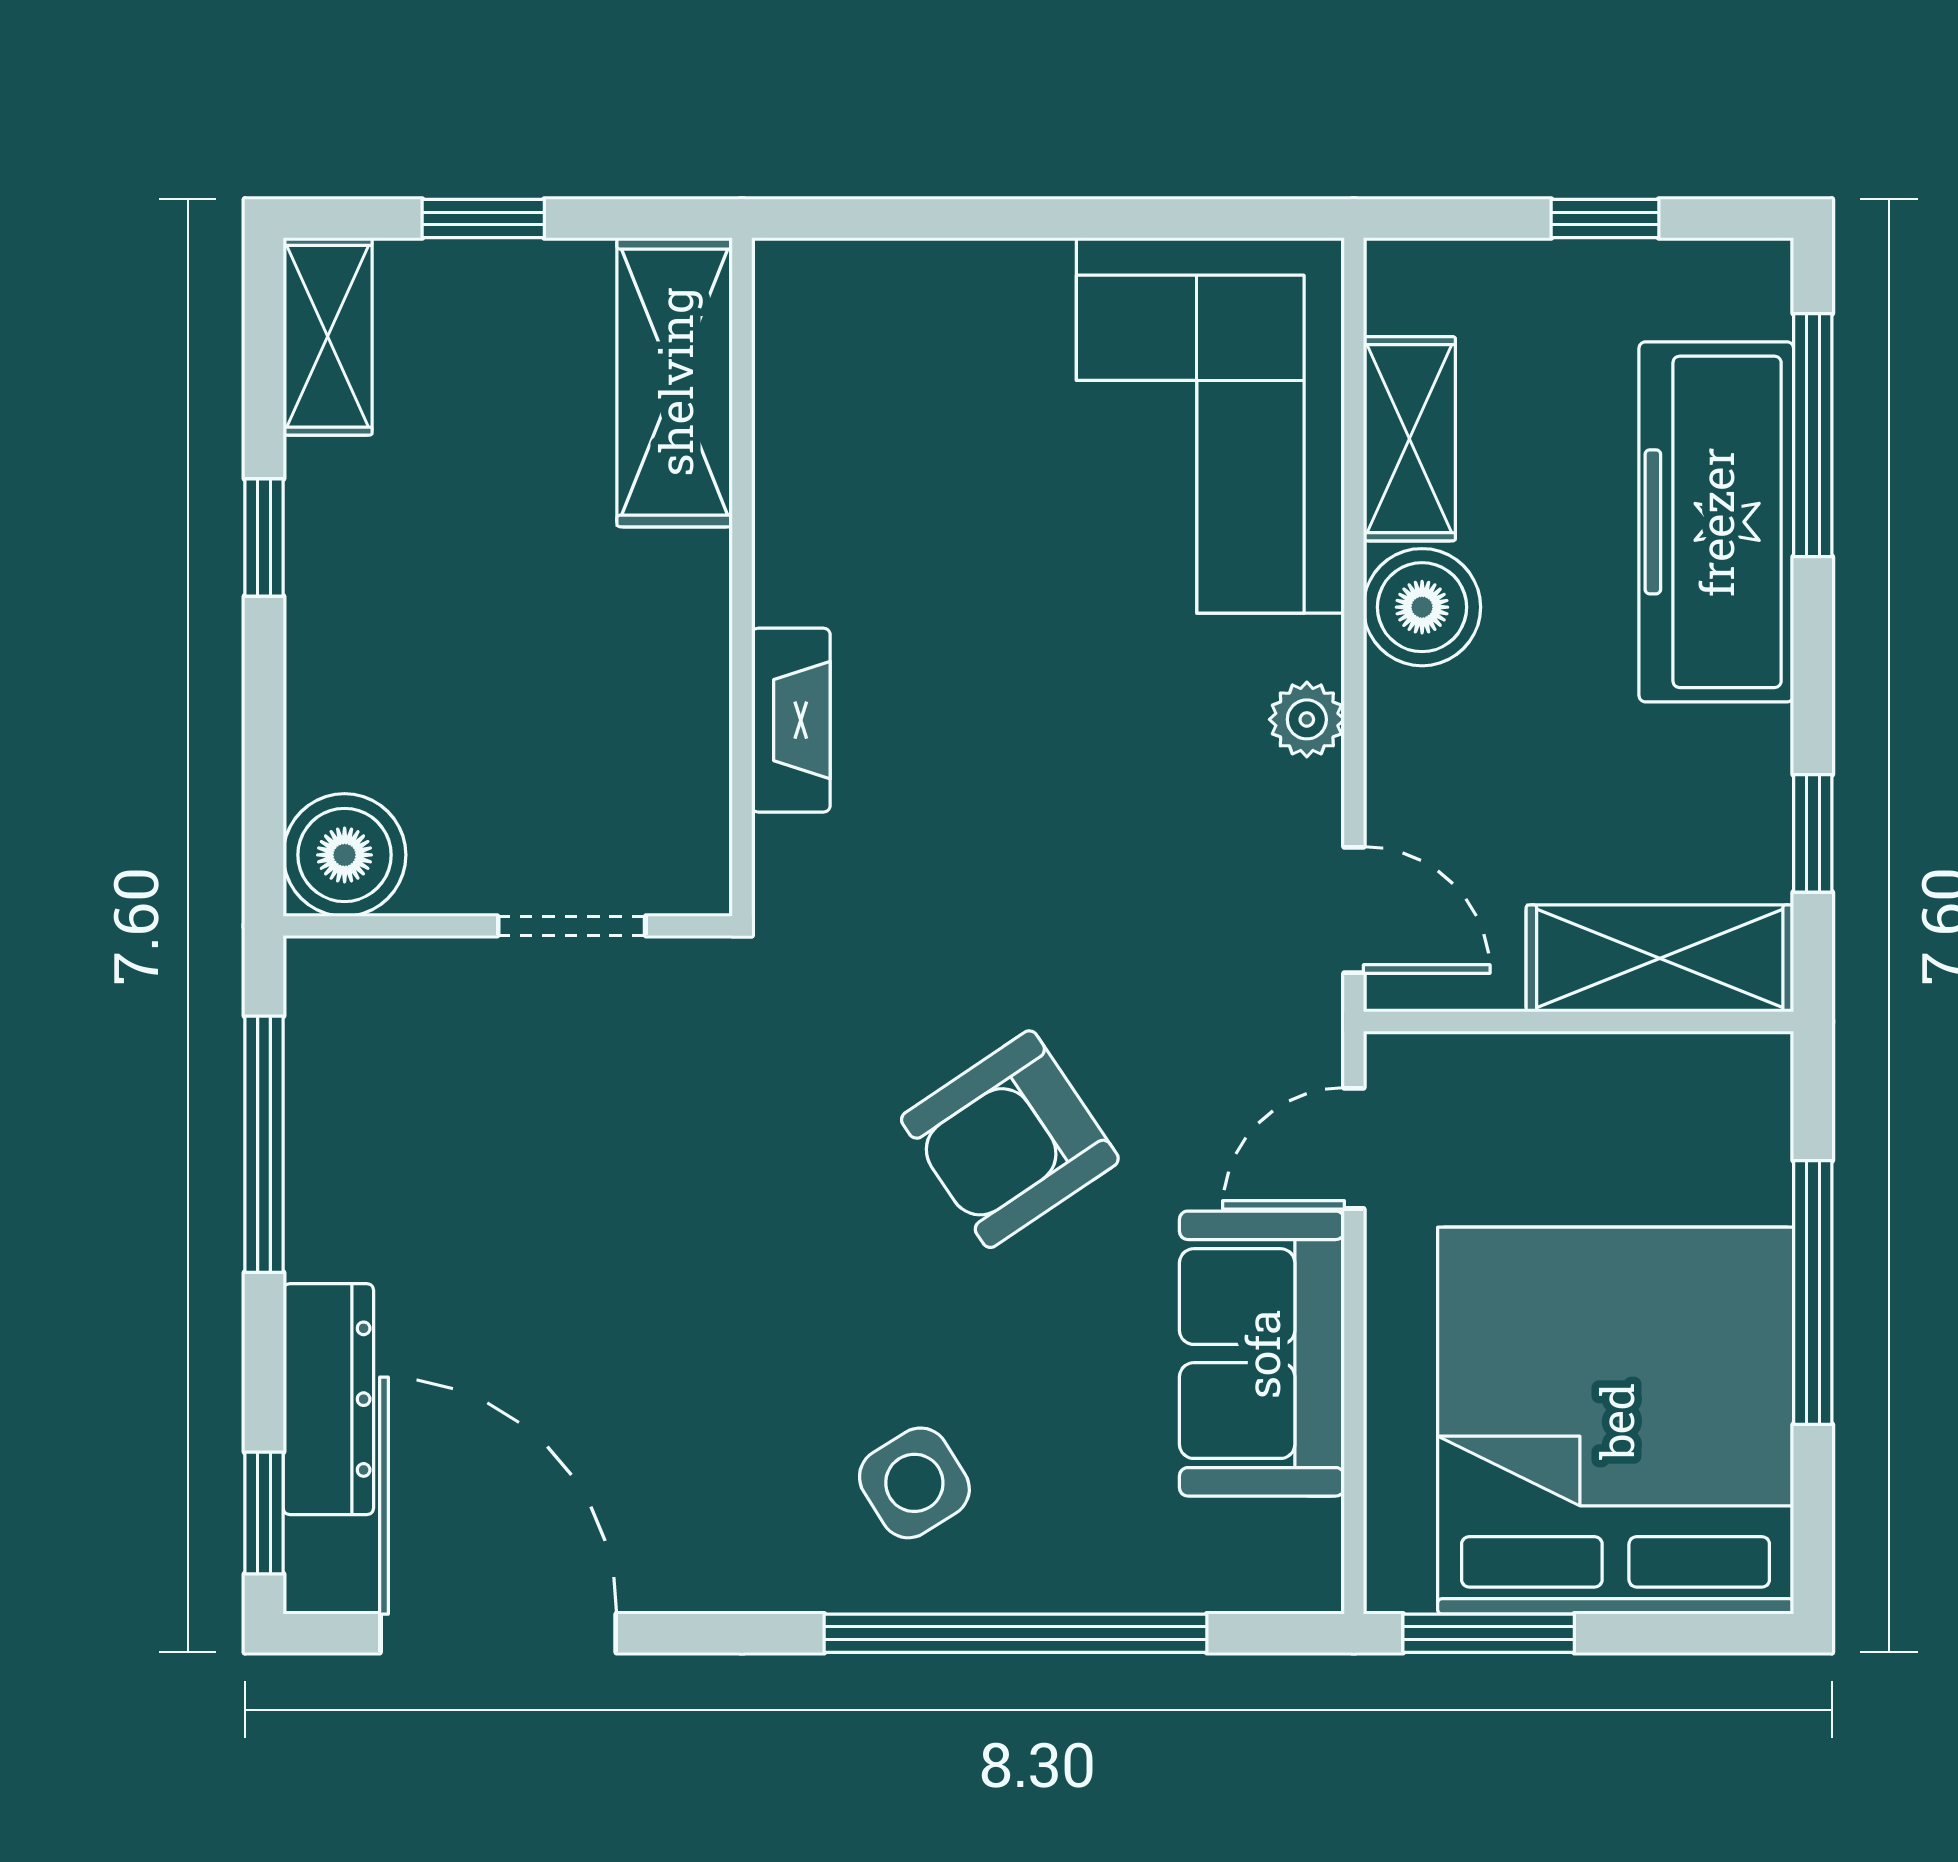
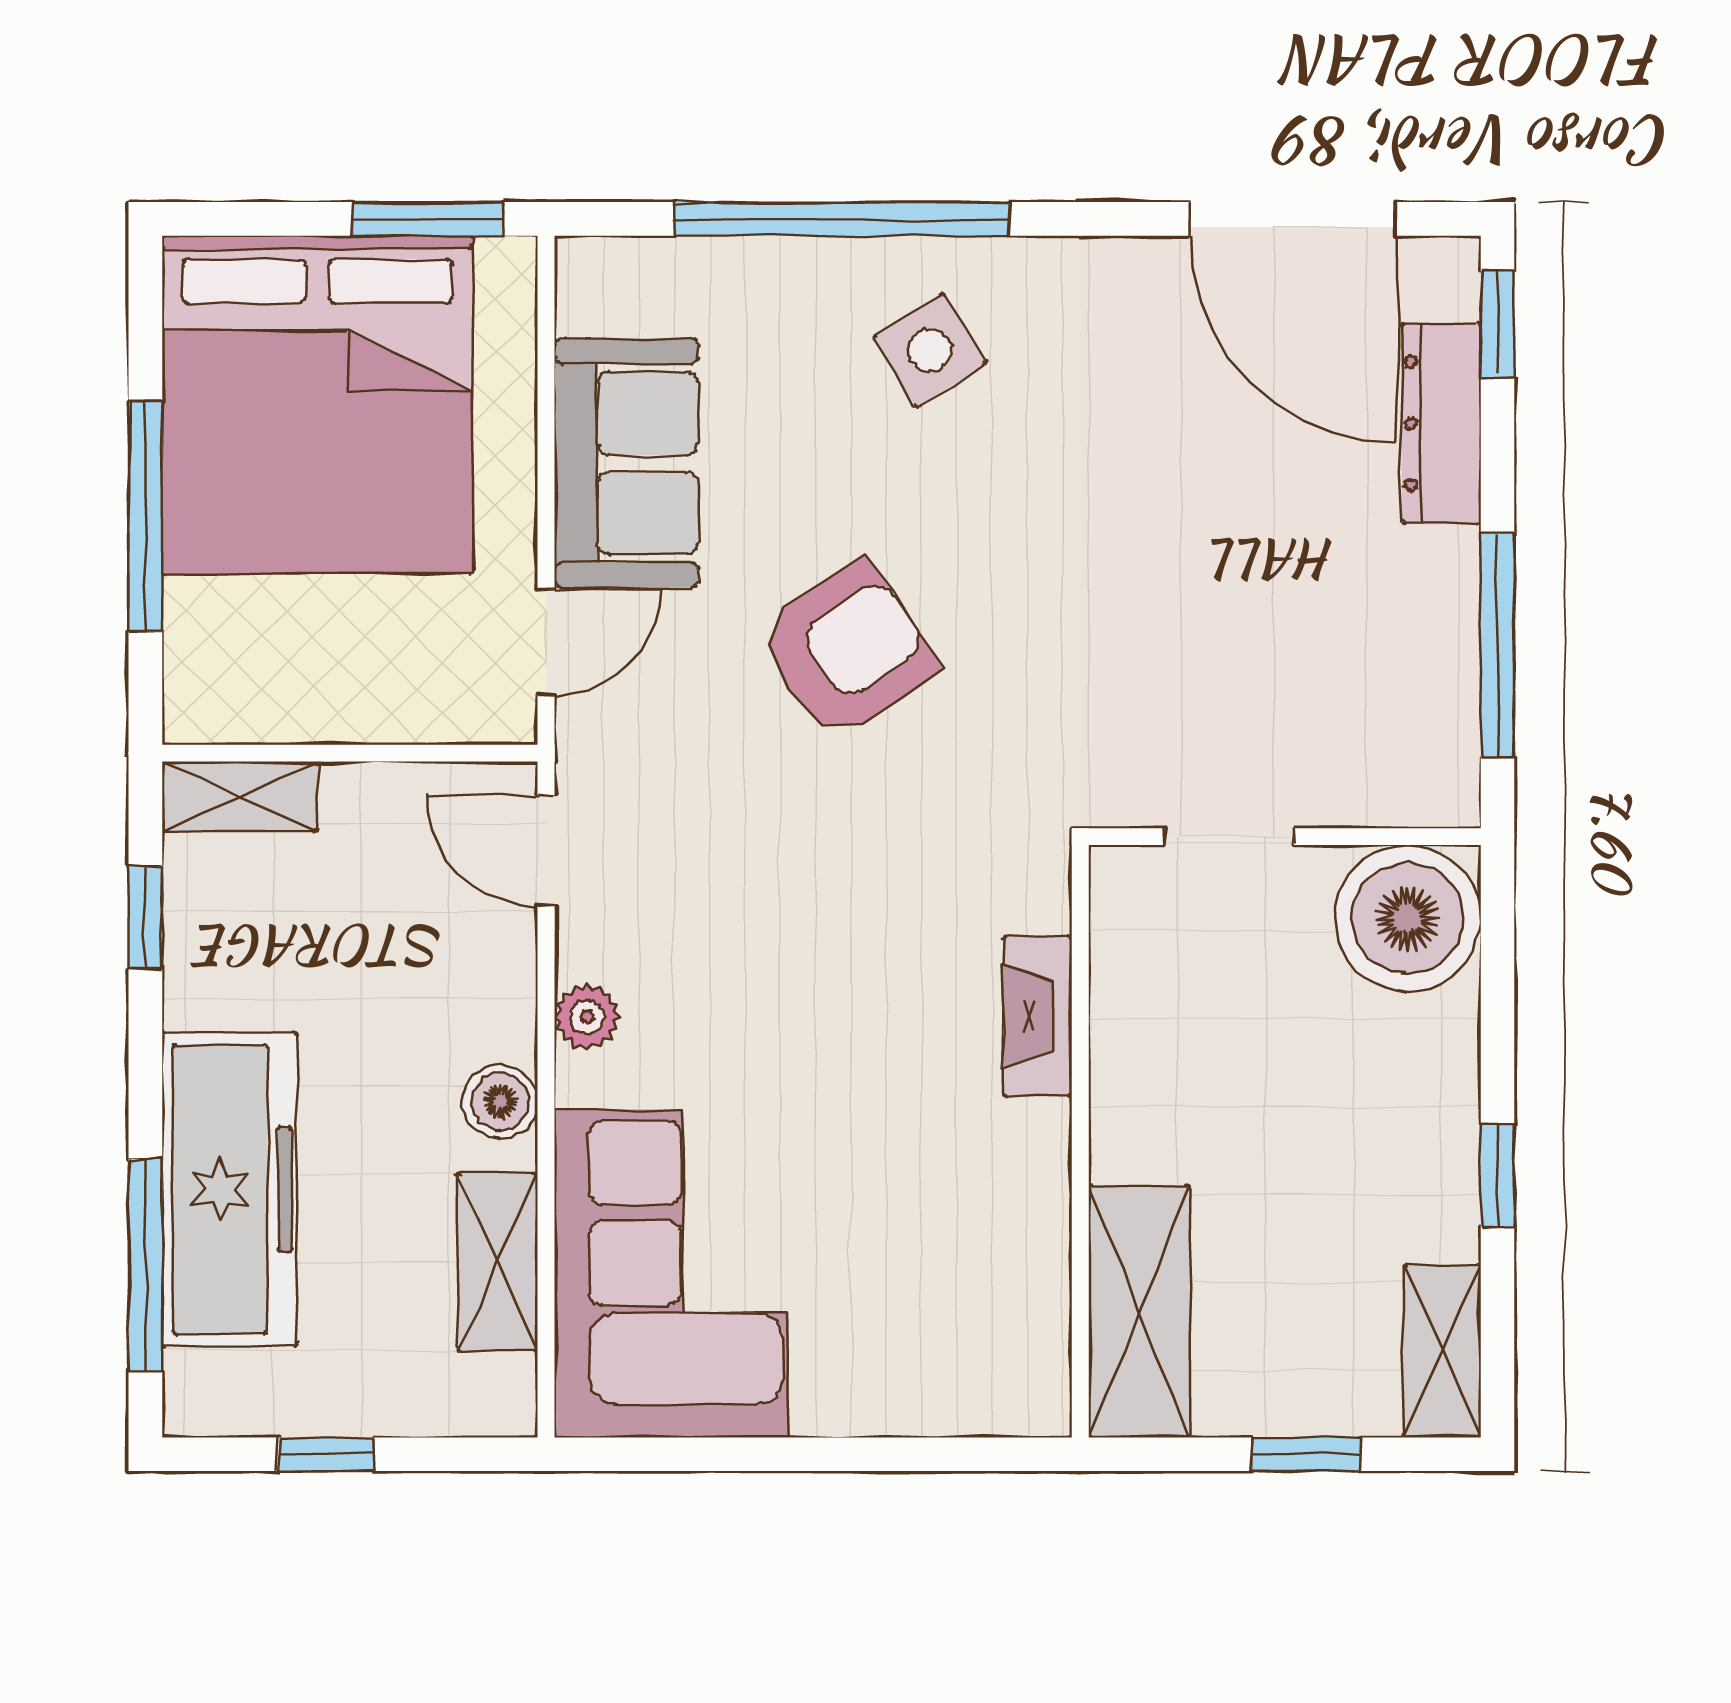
boiler: (1422, 607) -> (500, 1101), width x0.73, depth x0.73
boiler: (345, 855) -> (1408, 918), width x1.37, depth x1.37
shelving: (1660, 958) -> (240, 797), width x0.67, depth x0.75

